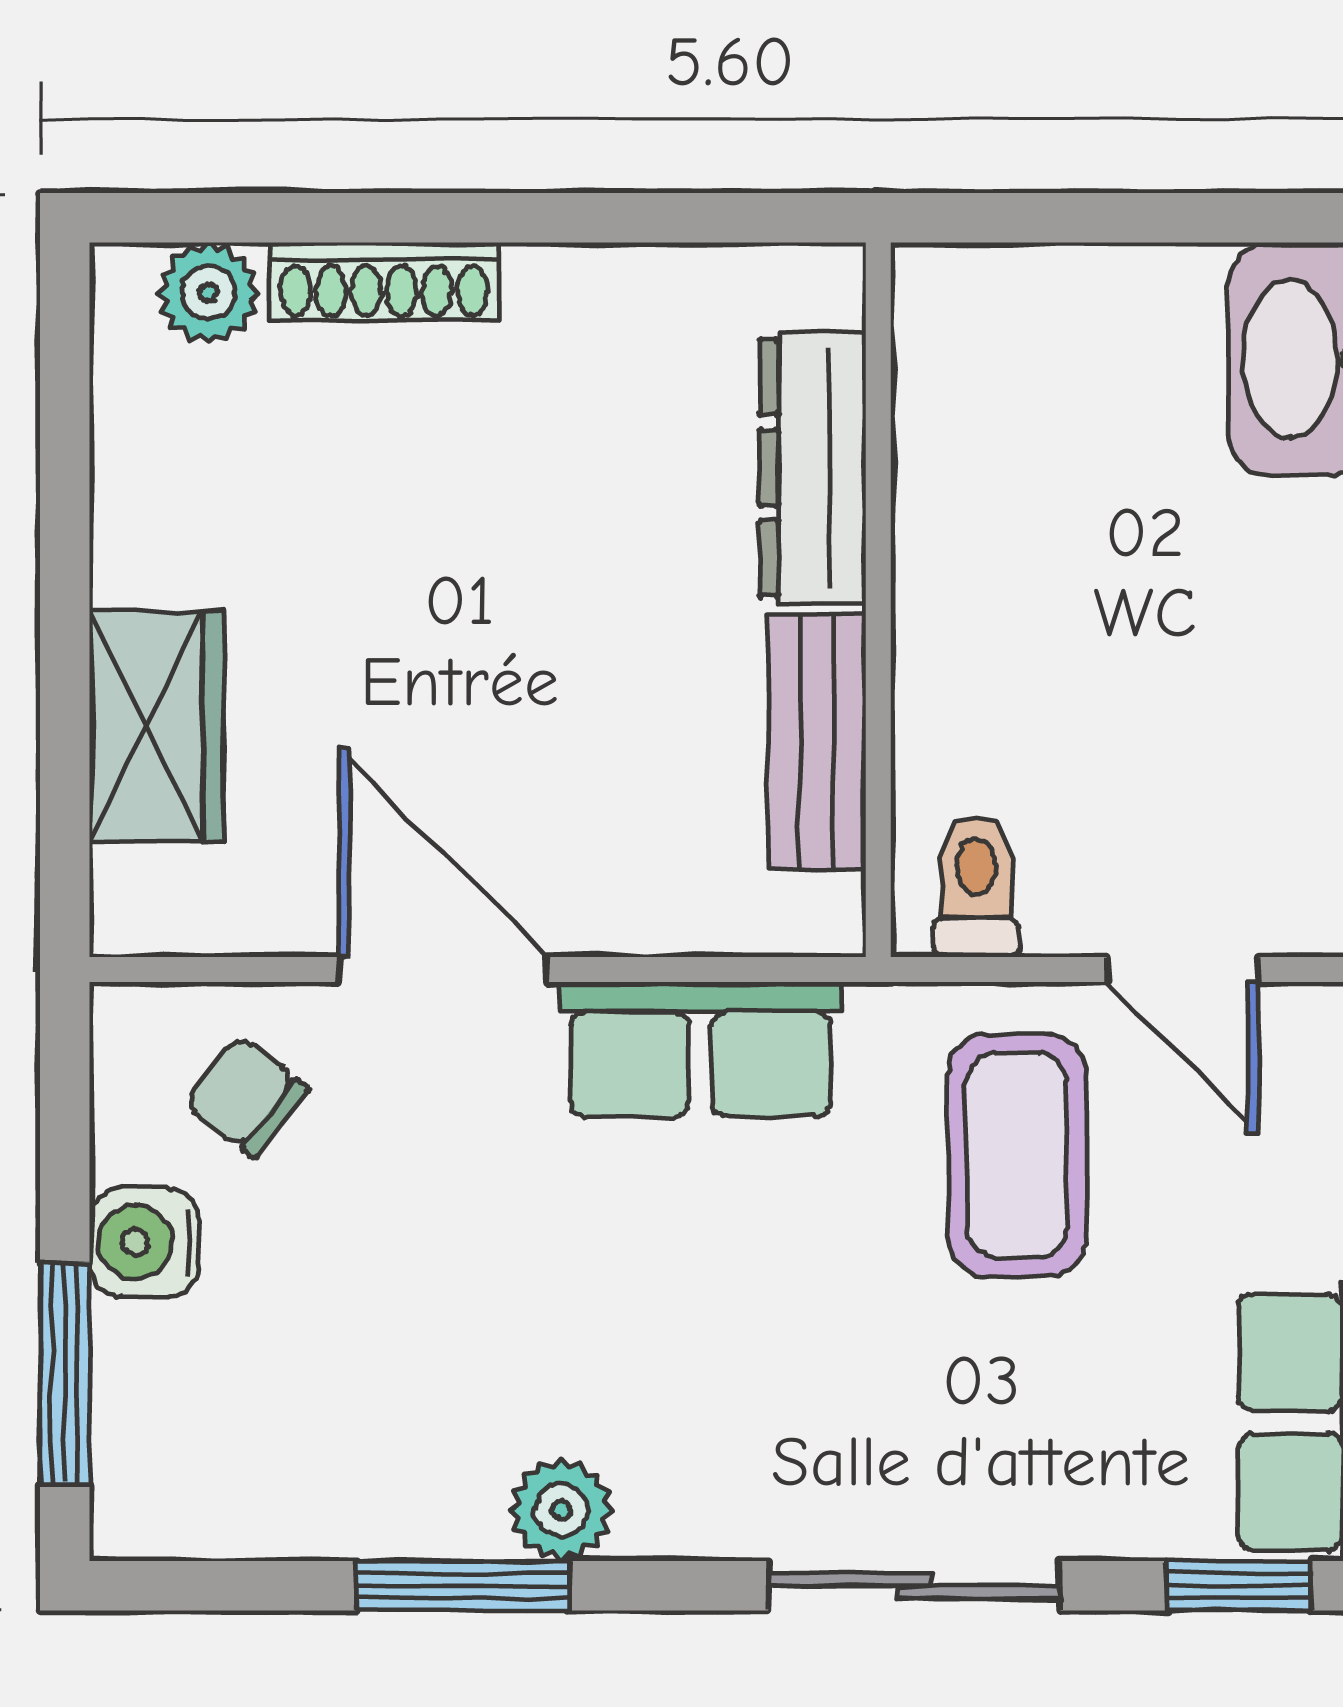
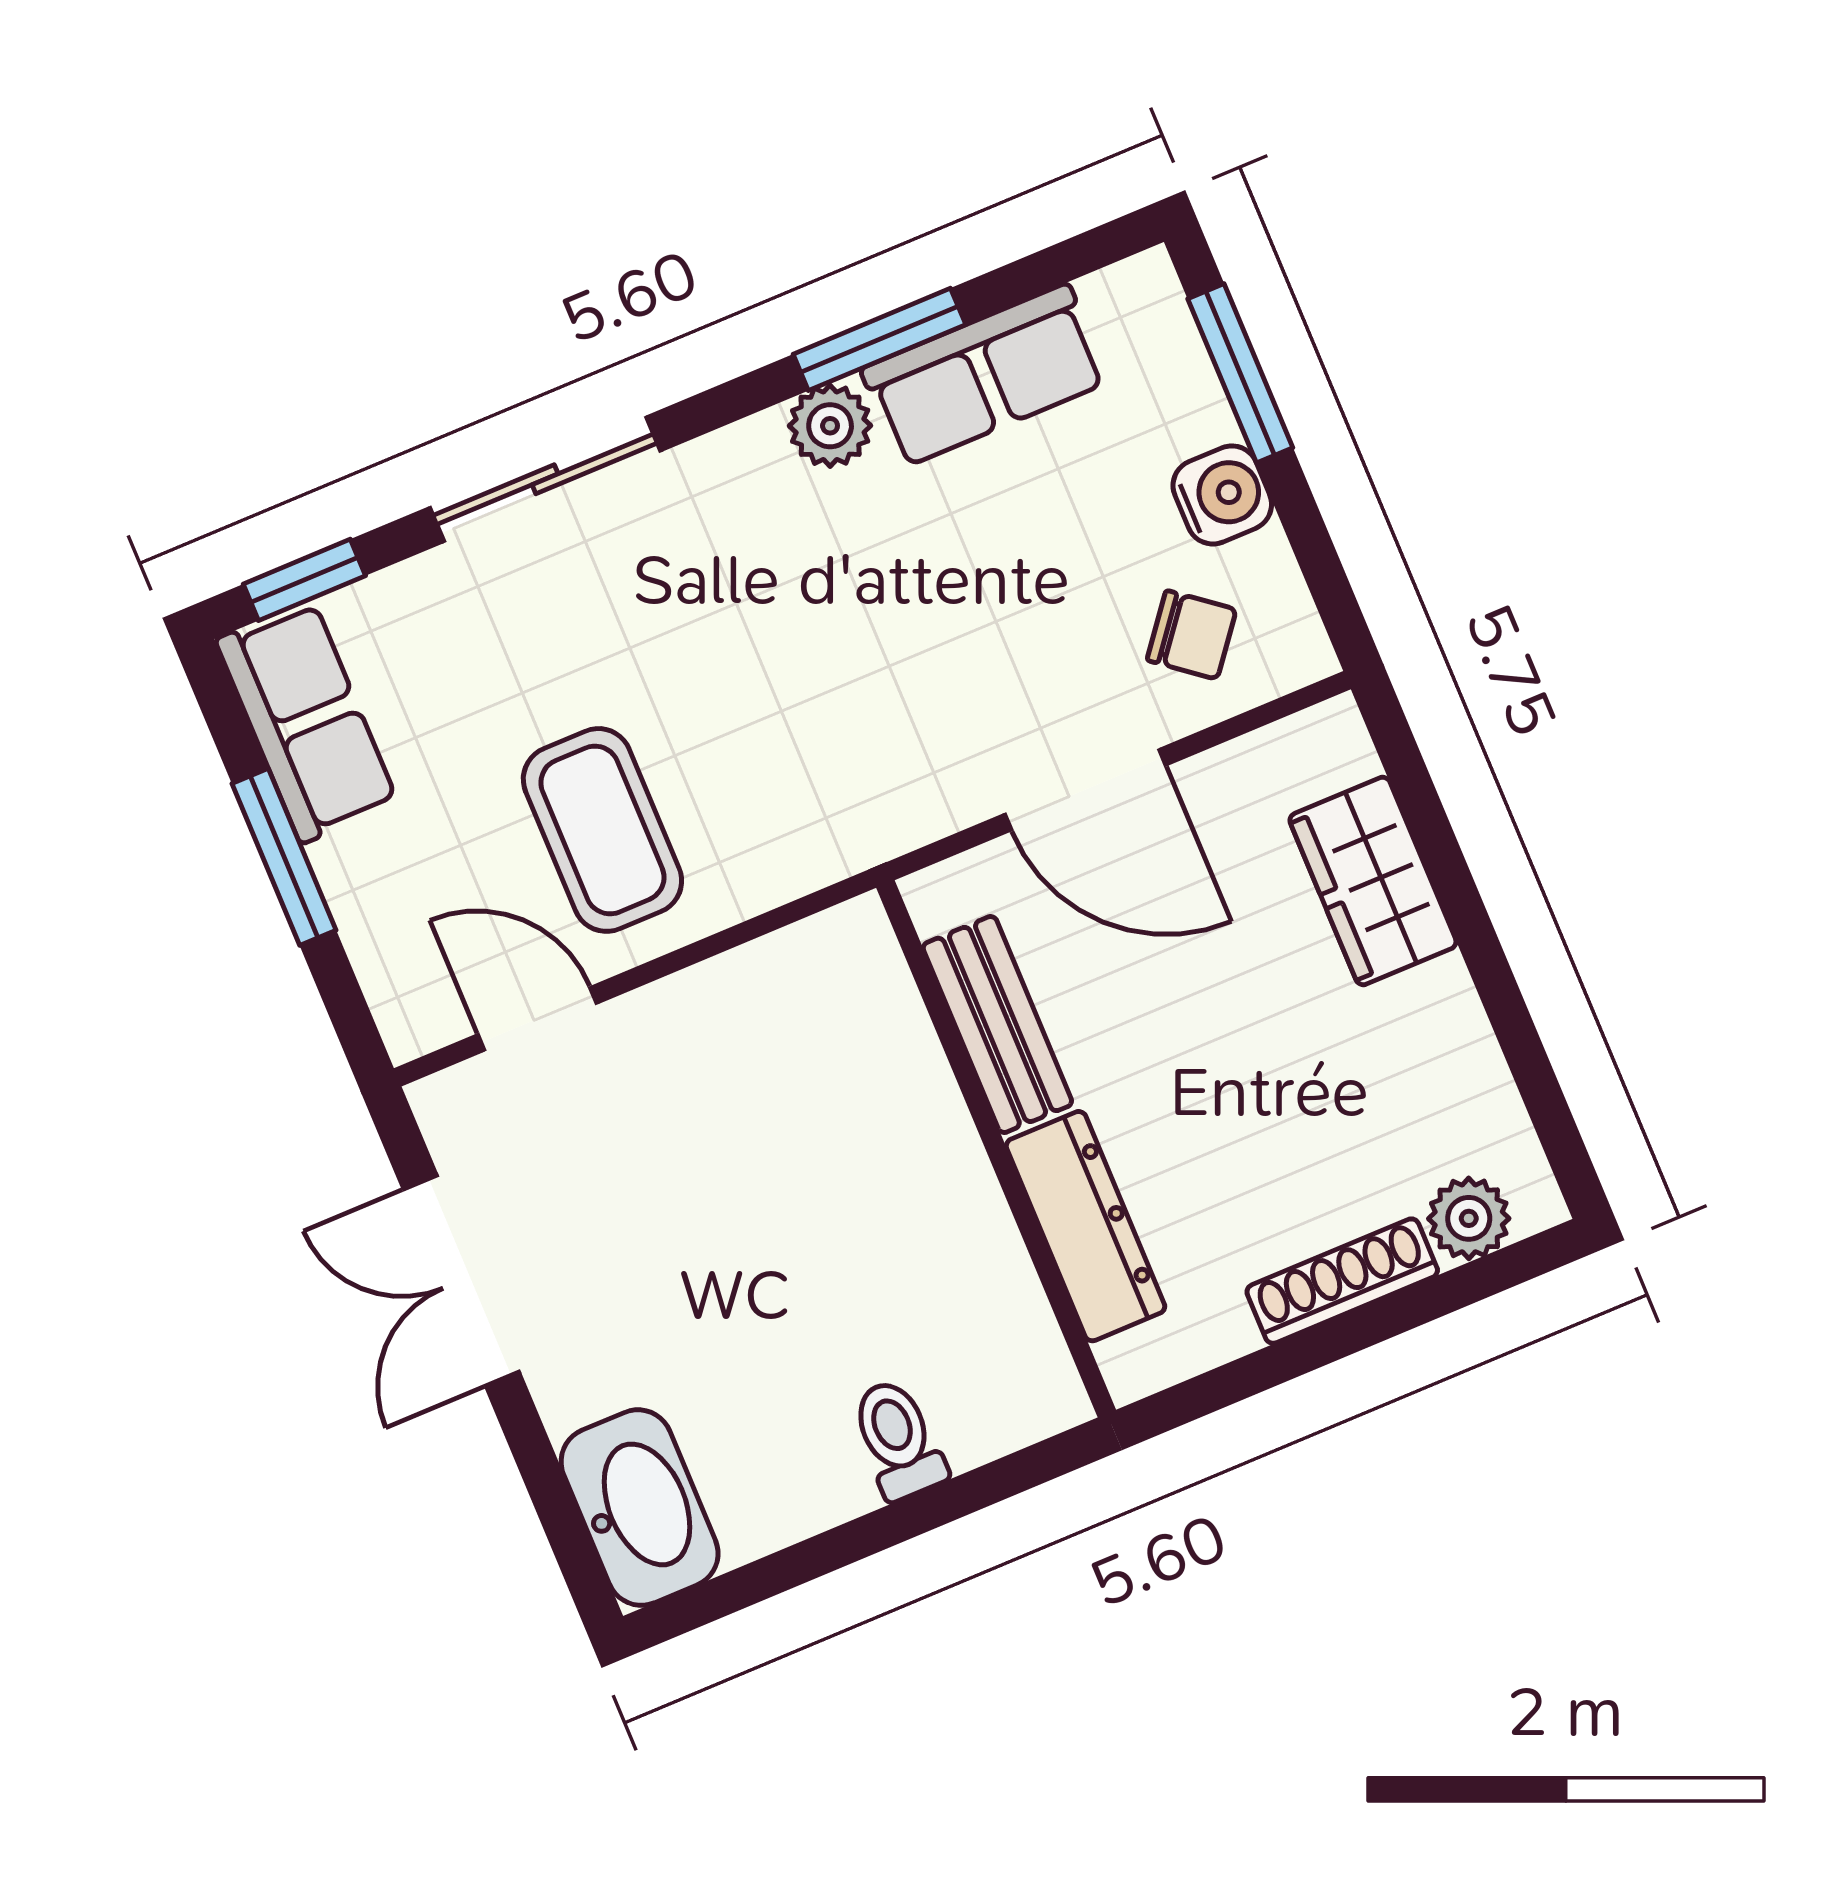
dresser: (813, 468) -> (1086, 1226), moved
wall: (878, 600) -> (996, 1149), moved
bench: (817, 742) -> (997, 1024), moved
toilet: (976, 886) -> (898, 1439), moved, turned 180
row of seats: (700, 1049) -> (985, 376), moved, turned 180

